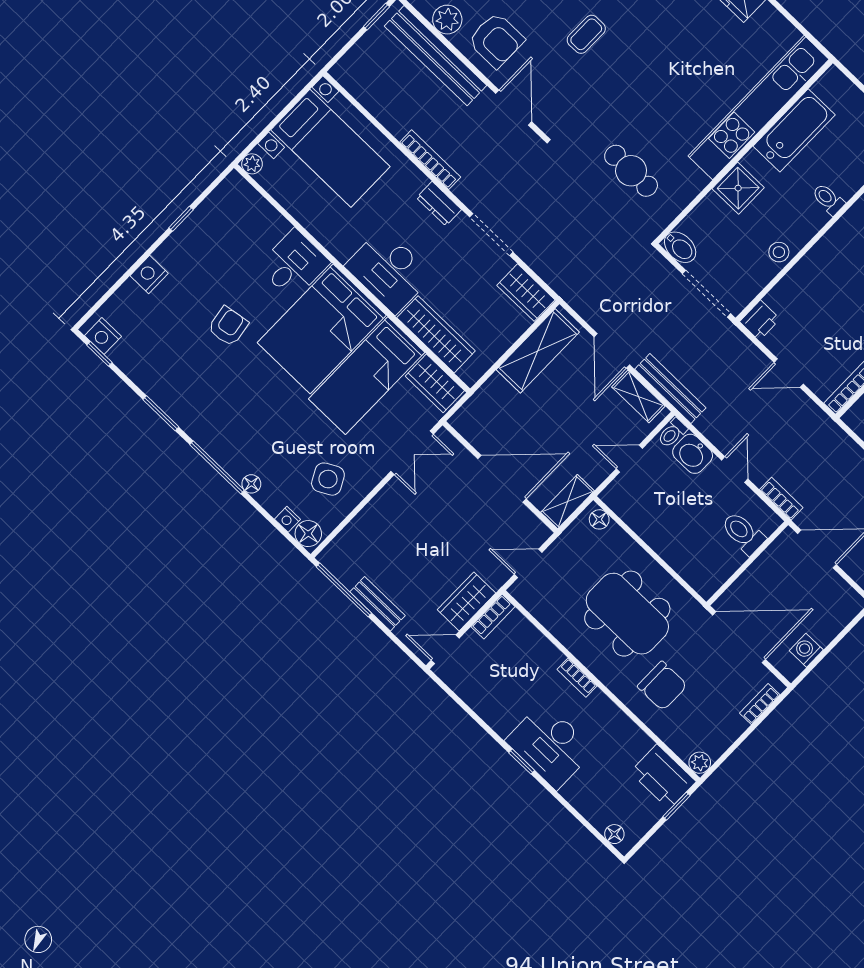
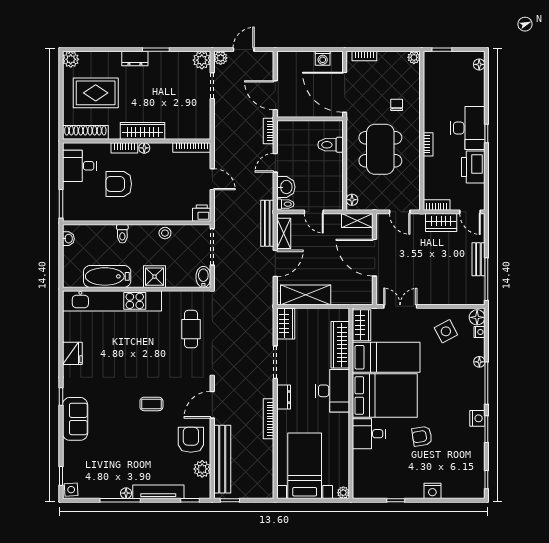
nightstand: (103, 336) -> (477, 418), moved
toilet: (743, 533) -> (330, 145), moved, turned 90
chair: (662, 686) -> (397, 105), width x0.54, depth x0.54
printer: (663, 777) -> (473, 167), moved, turned 180

